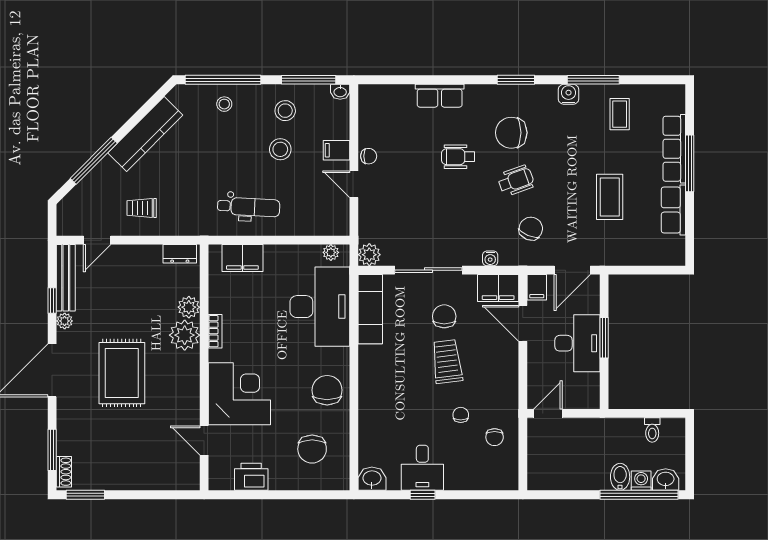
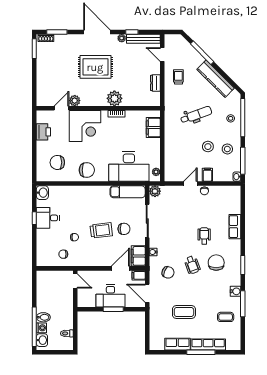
dental chair: (249, 207) -> (196, 115), moved, turned -113
dresser: (180, 254) -> (155, 83), moved
plant: (189, 307) -> (75, 101), moved

